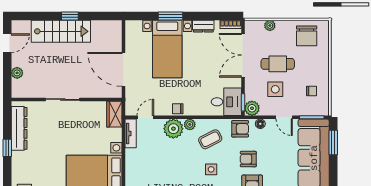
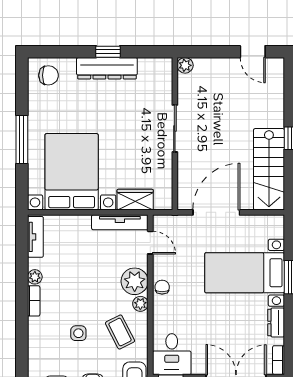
stairs: (61, 31) -> (269, 169), moved
plant: (17, 73) -> (185, 65), moved
wardrobe: (114, 114) -> (135, 200), moved
dresser: (19, 128) -> (107, 68), moved
tv unit: (131, 133) -> (120, 222), width x1.41

